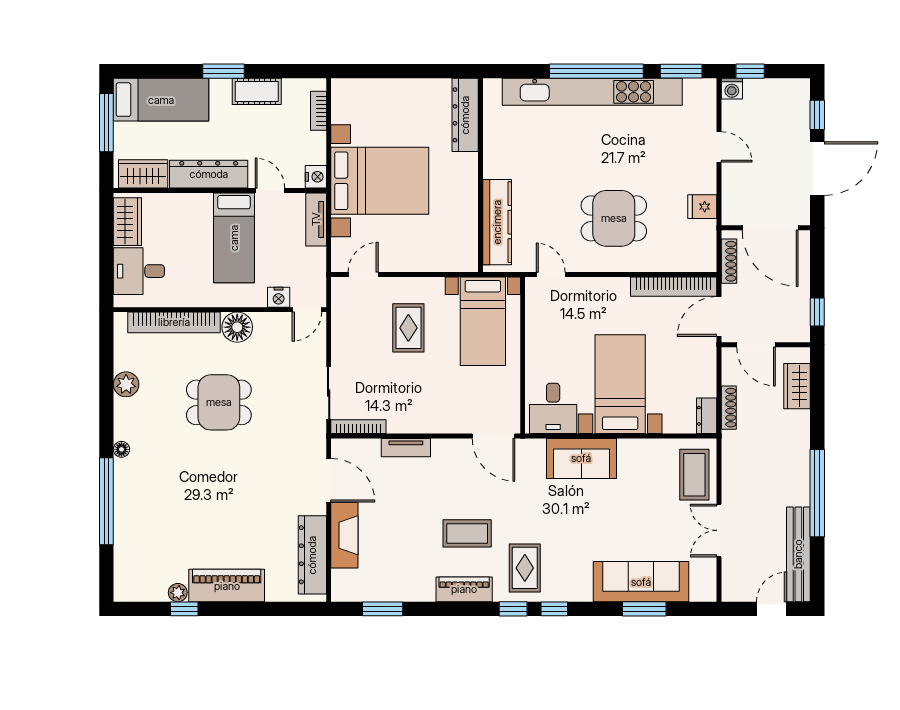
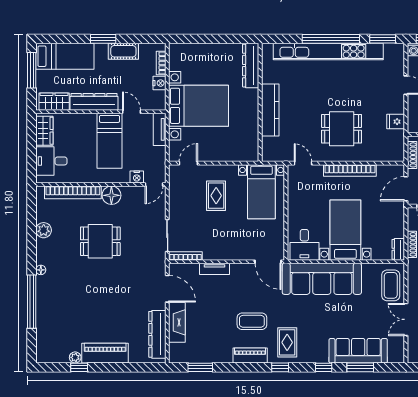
nightstand: (316, 177) -> (160, 83), moved
kitchen counter: (497, 222) -> (270, 110), moved
bookcase: (674, 287) -> (350, 171), moved
sofa: (581, 458) -> (322, 279), width x1.85, depth x1.27
window: (554, 609) -> (324, 367), moved

